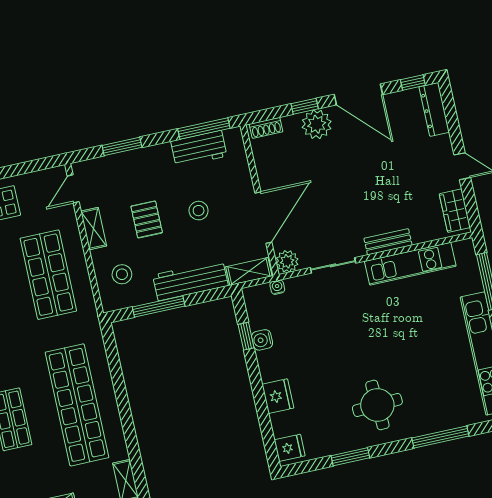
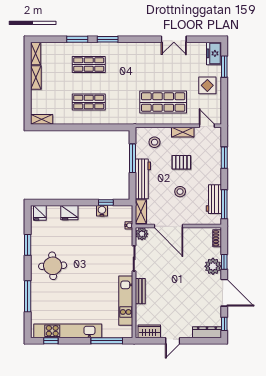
door: (358, 94) -> (224, 293), swing flipped
shop shelf: (77, 405) -> (89, 102), width x0.50, depth x0.74

